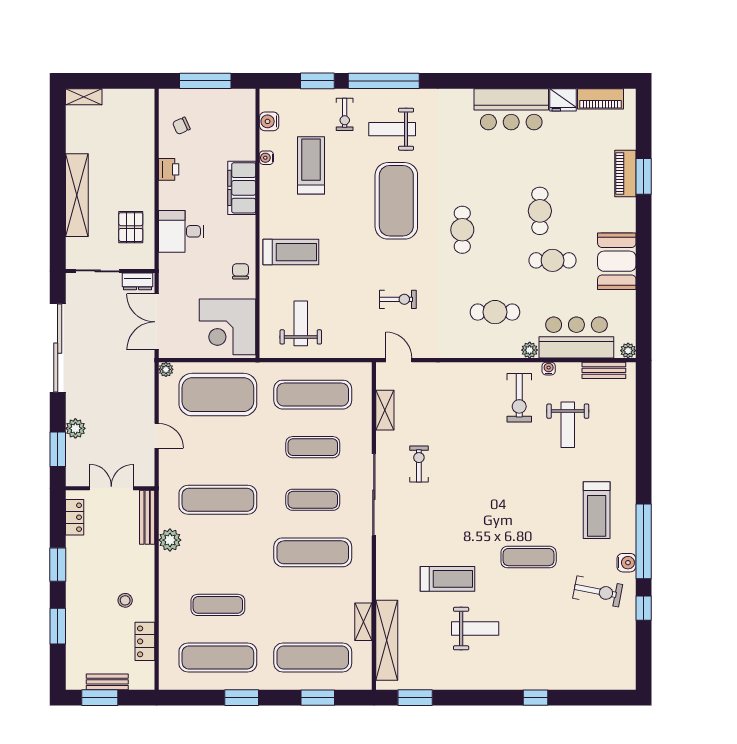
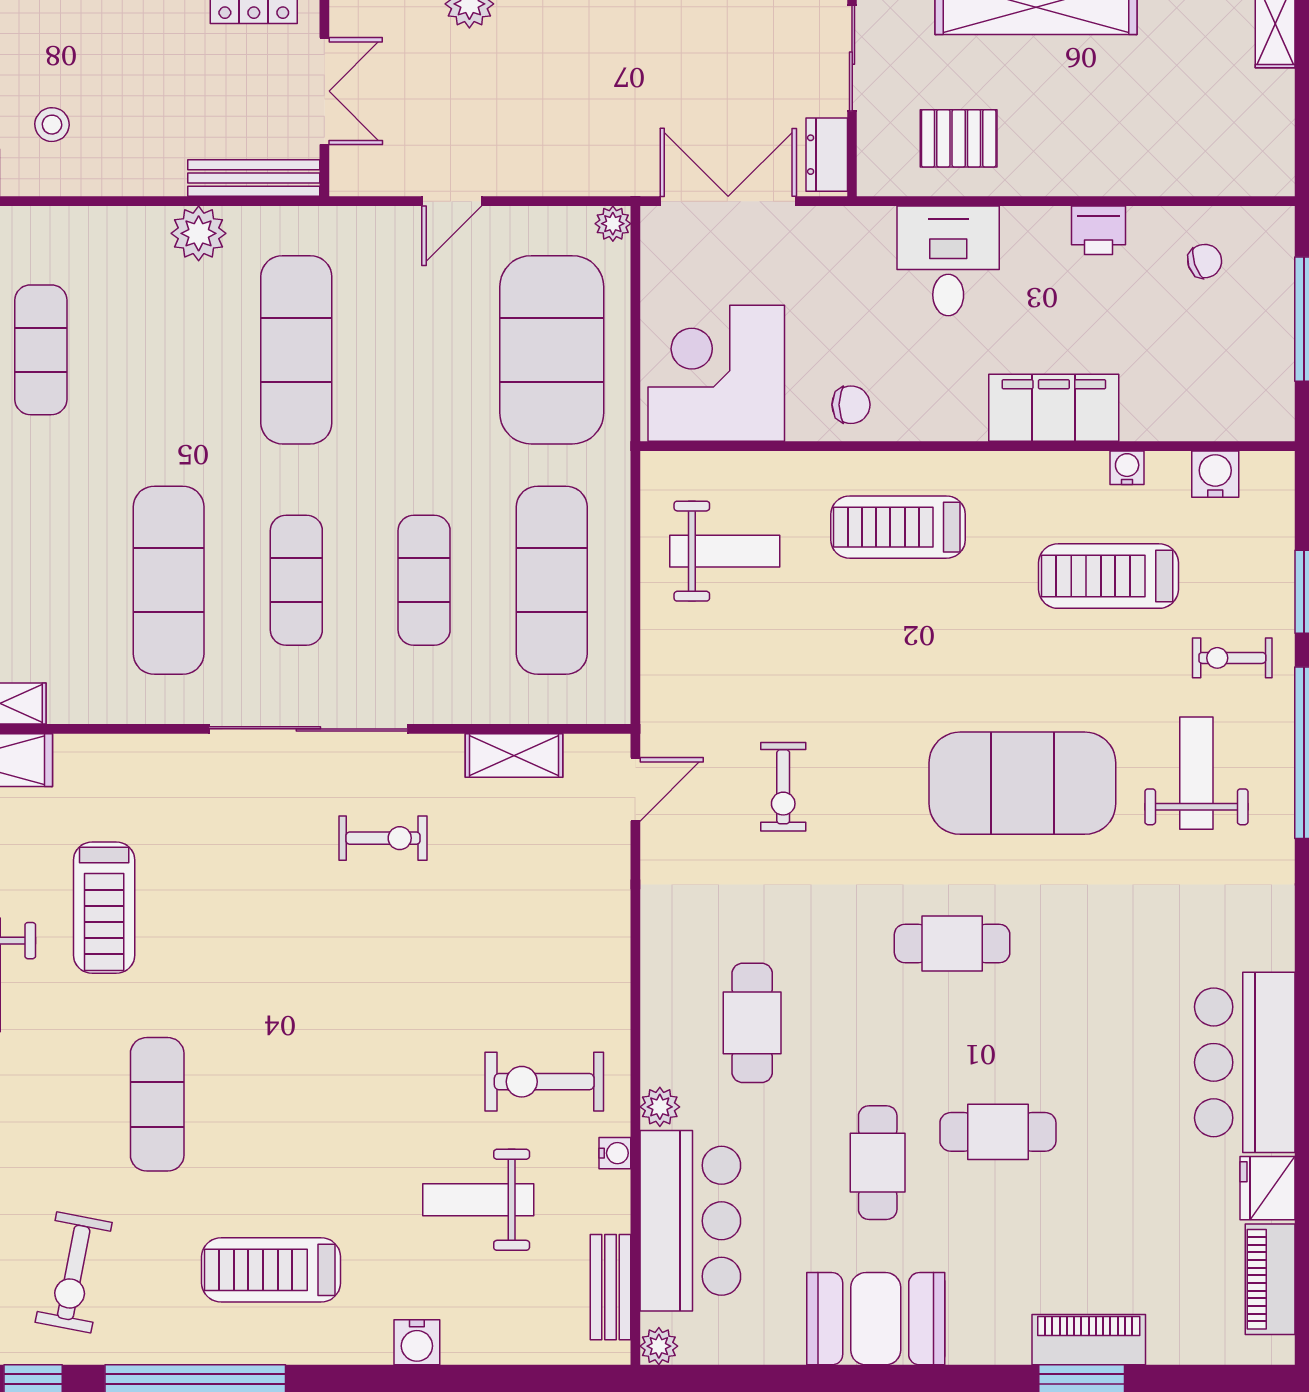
chair: (181, 126) -> (1205, 261), turned 95
treadmill: (311, 165) -> (1109, 576), turned 180
treadmill: (291, 252) -> (898, 527), turned 90
water cooler: (626, 563) -> (417, 1342), moved

